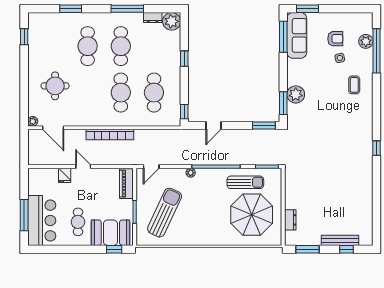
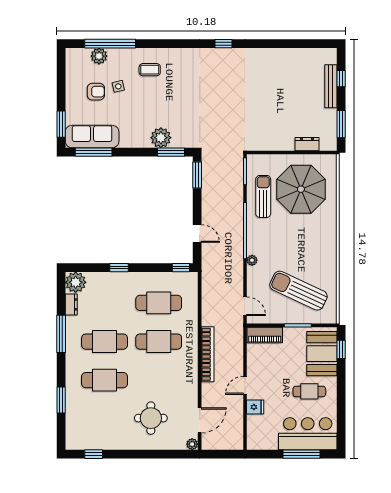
armchair: (335, 39) -> (96, 92), turned 90

